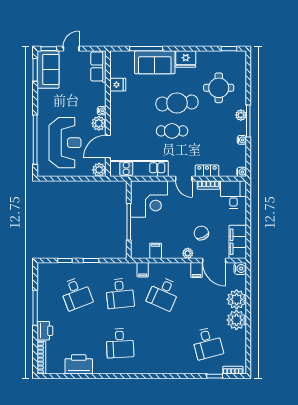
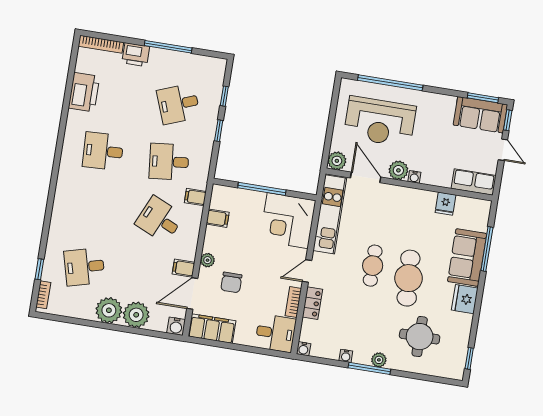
chair: (201, 233) -> (231, 282), turned 114

